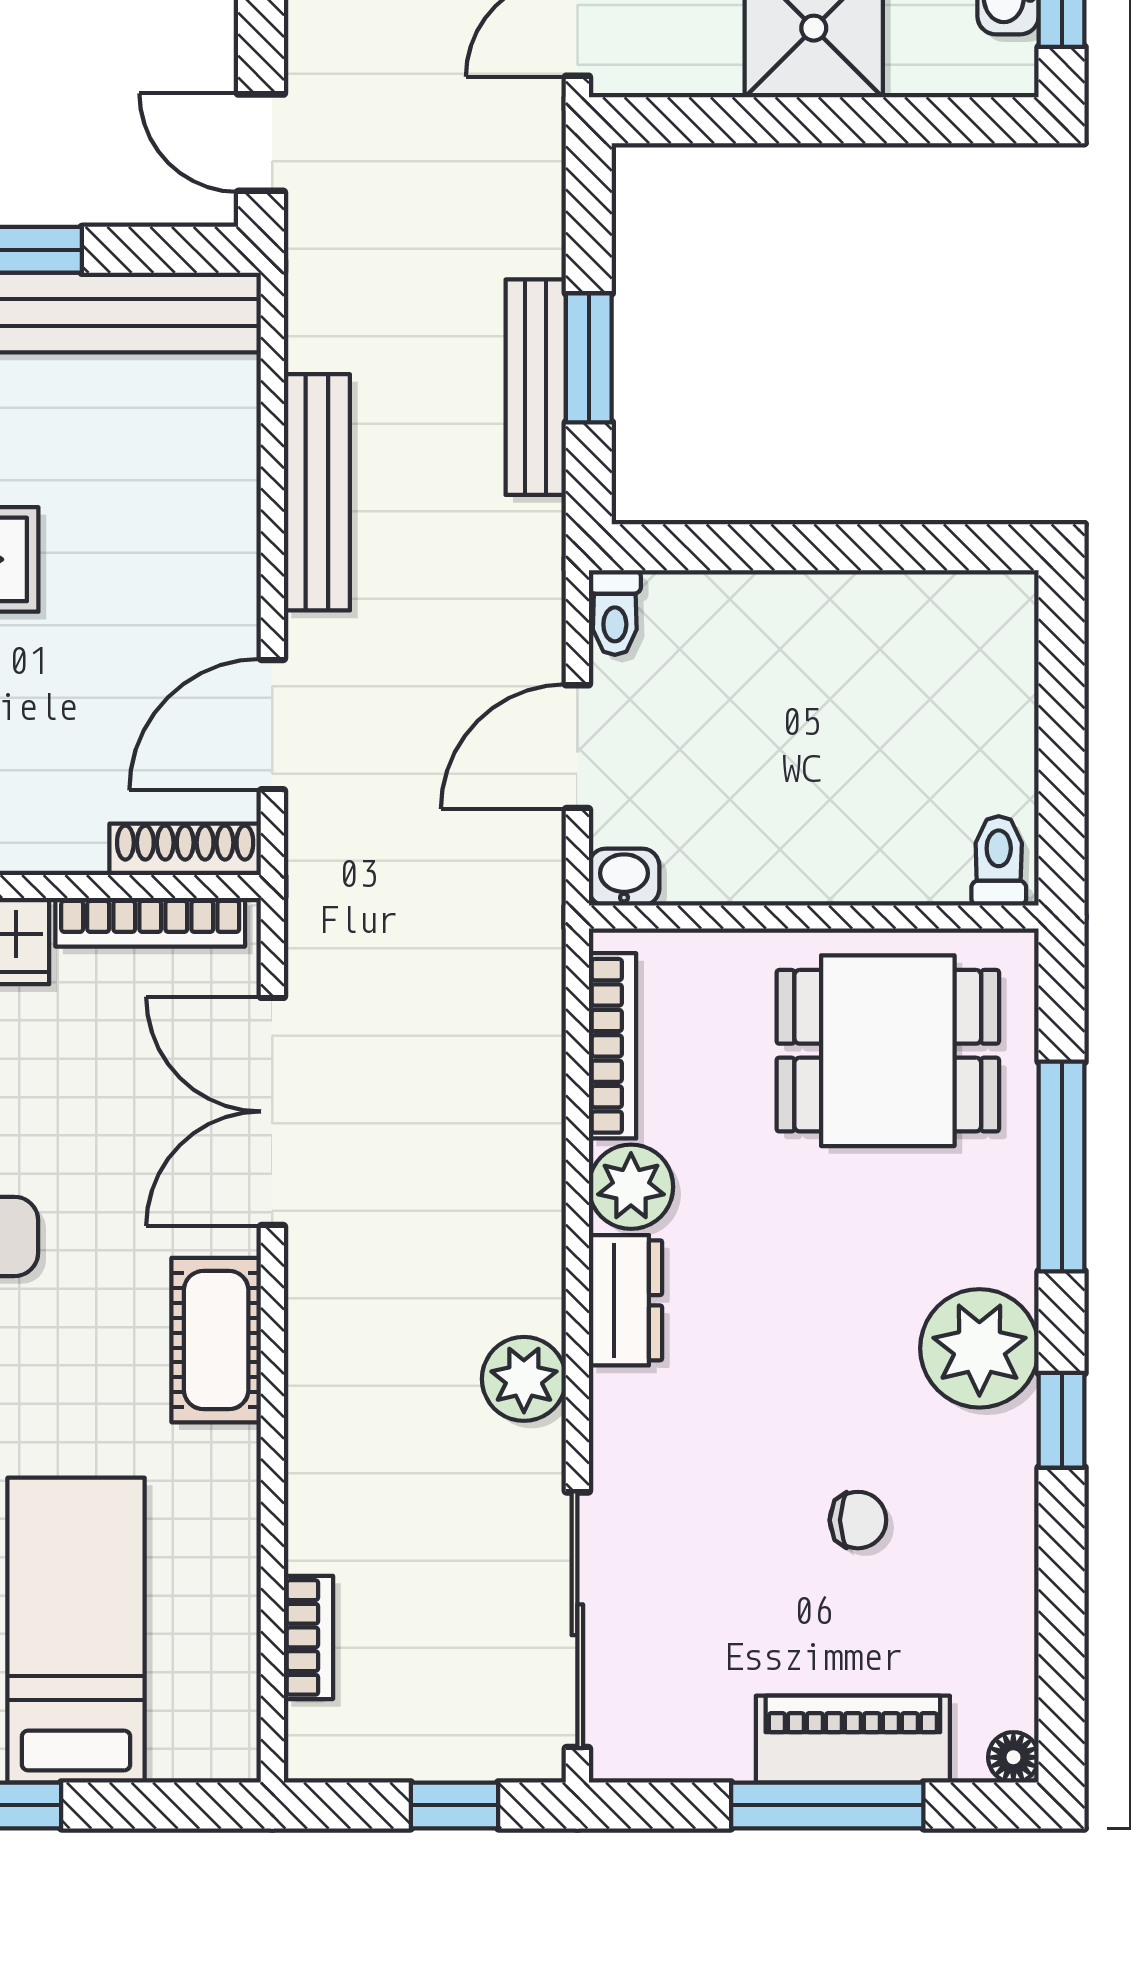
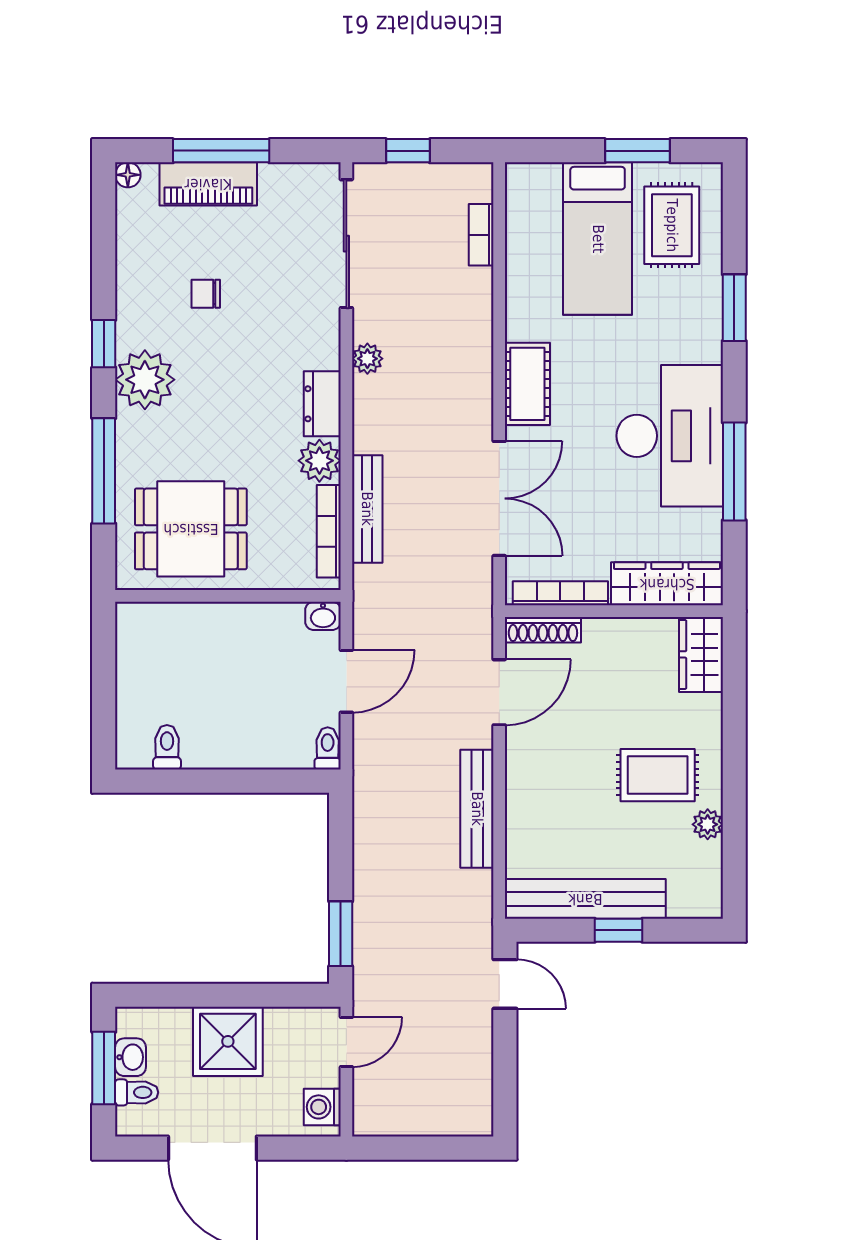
window: (589, 358) -> (341, 934), moved
bench: (536, 387) -> (367, 509), moved
toilet: (999, 861) -> (167, 747), moved, turned 180
plant: (524, 1379) -> (367, 359), width x0.73, depth x0.73

